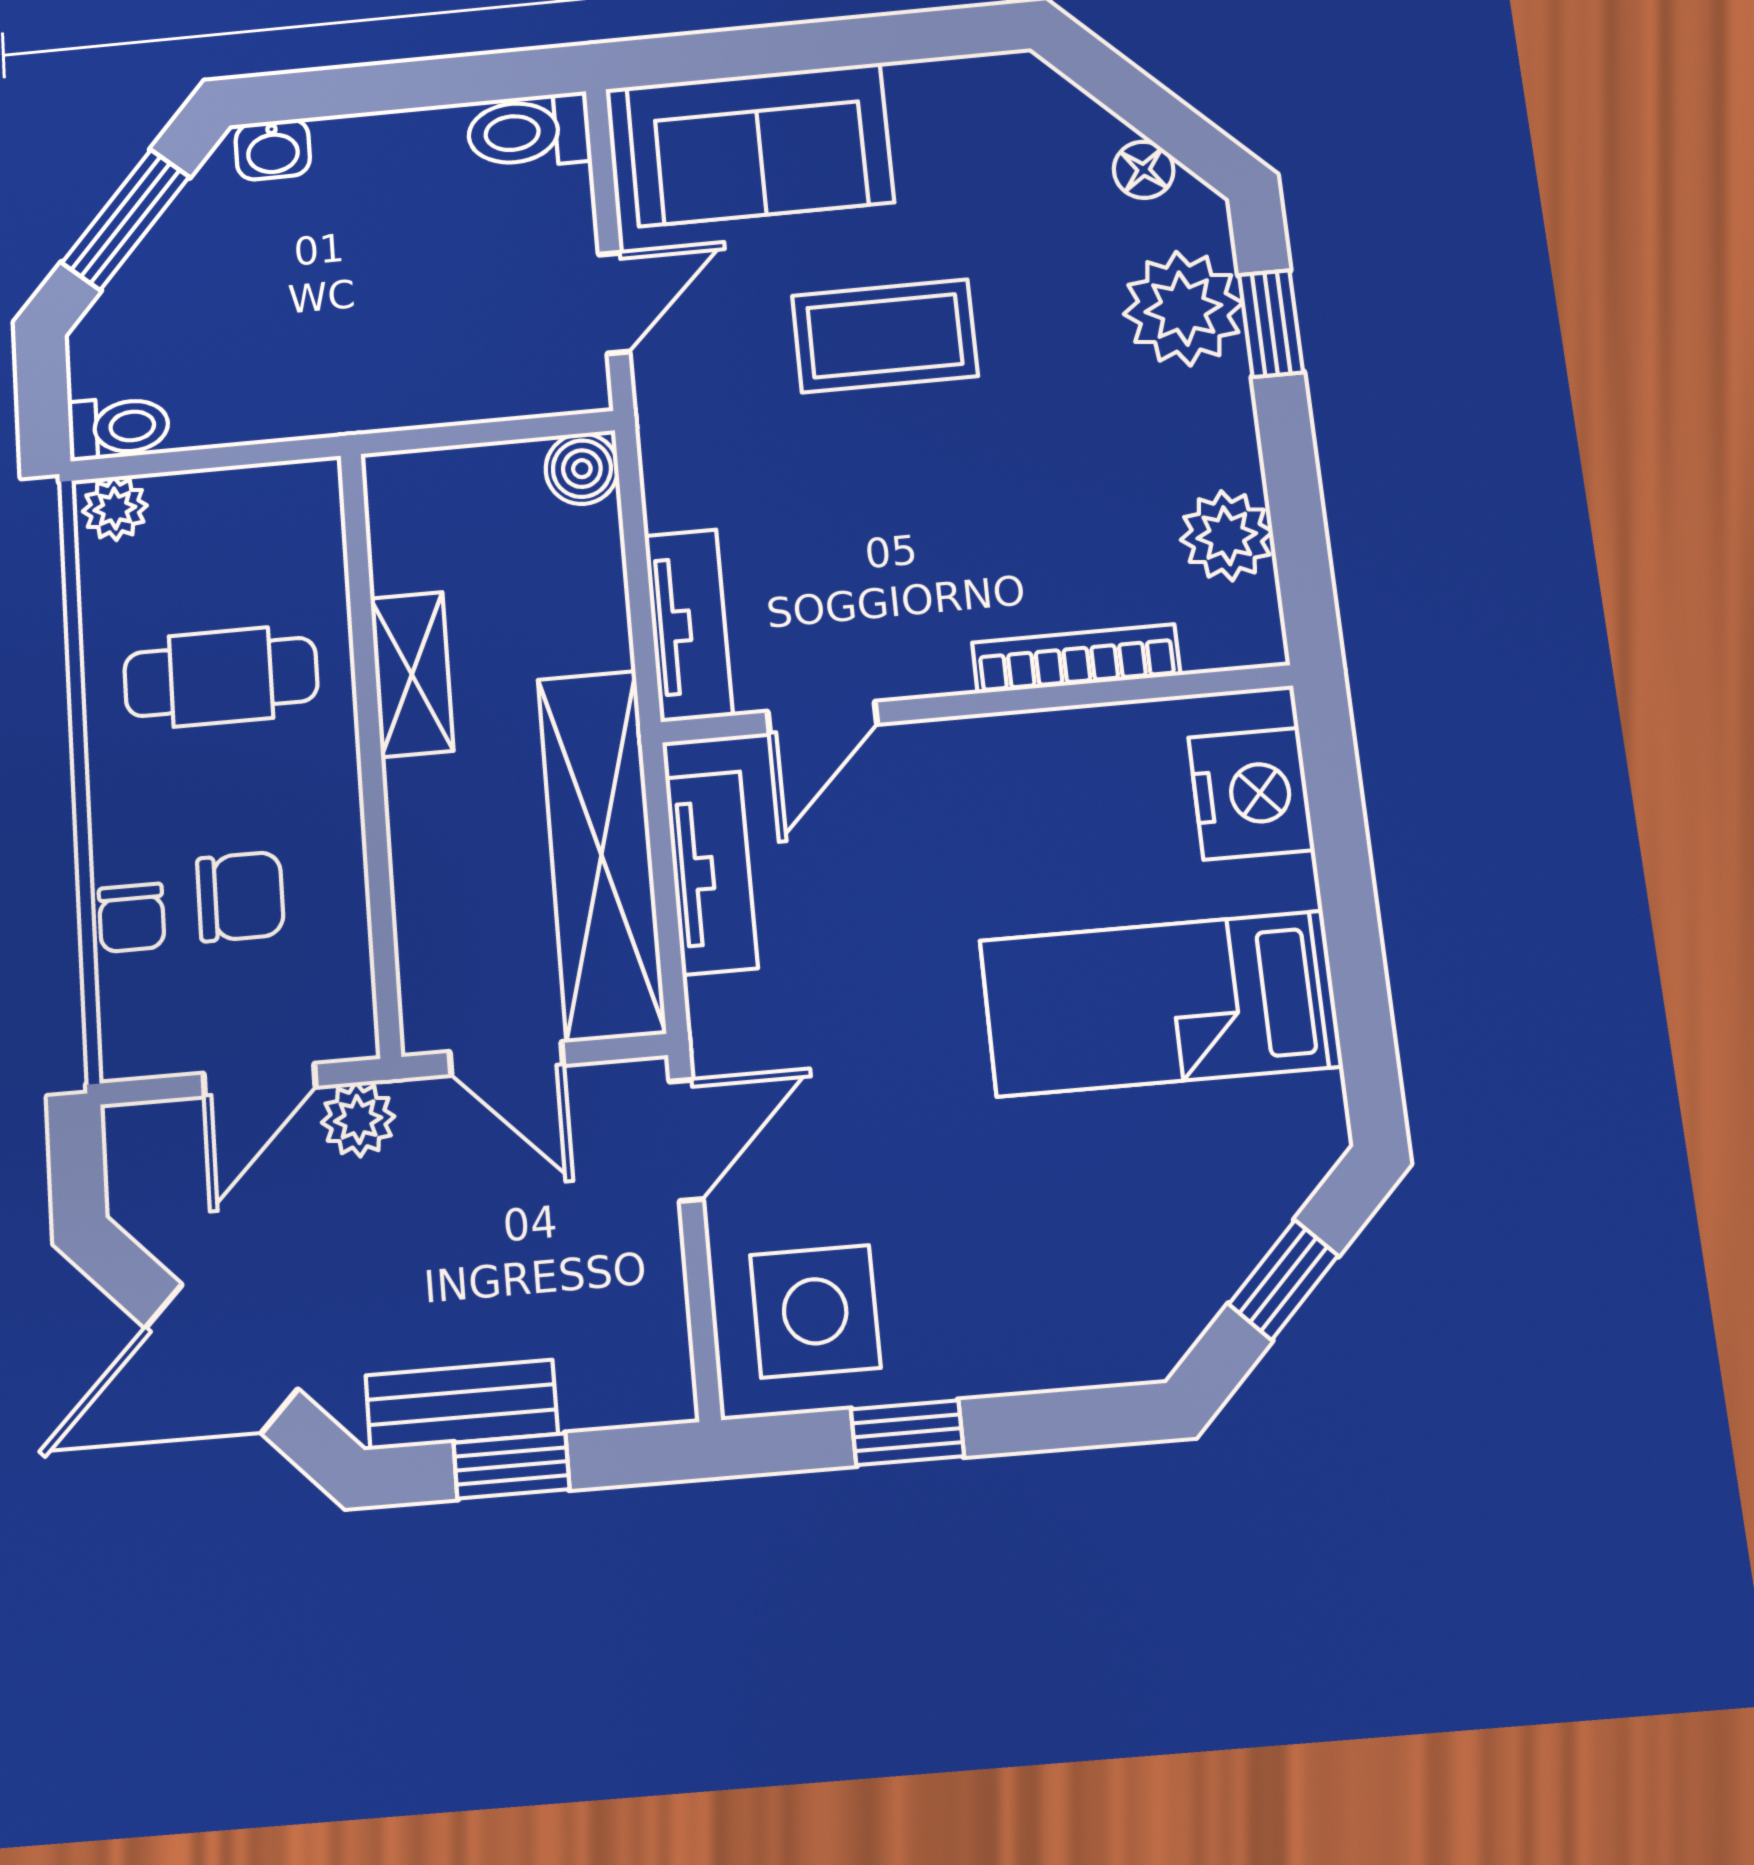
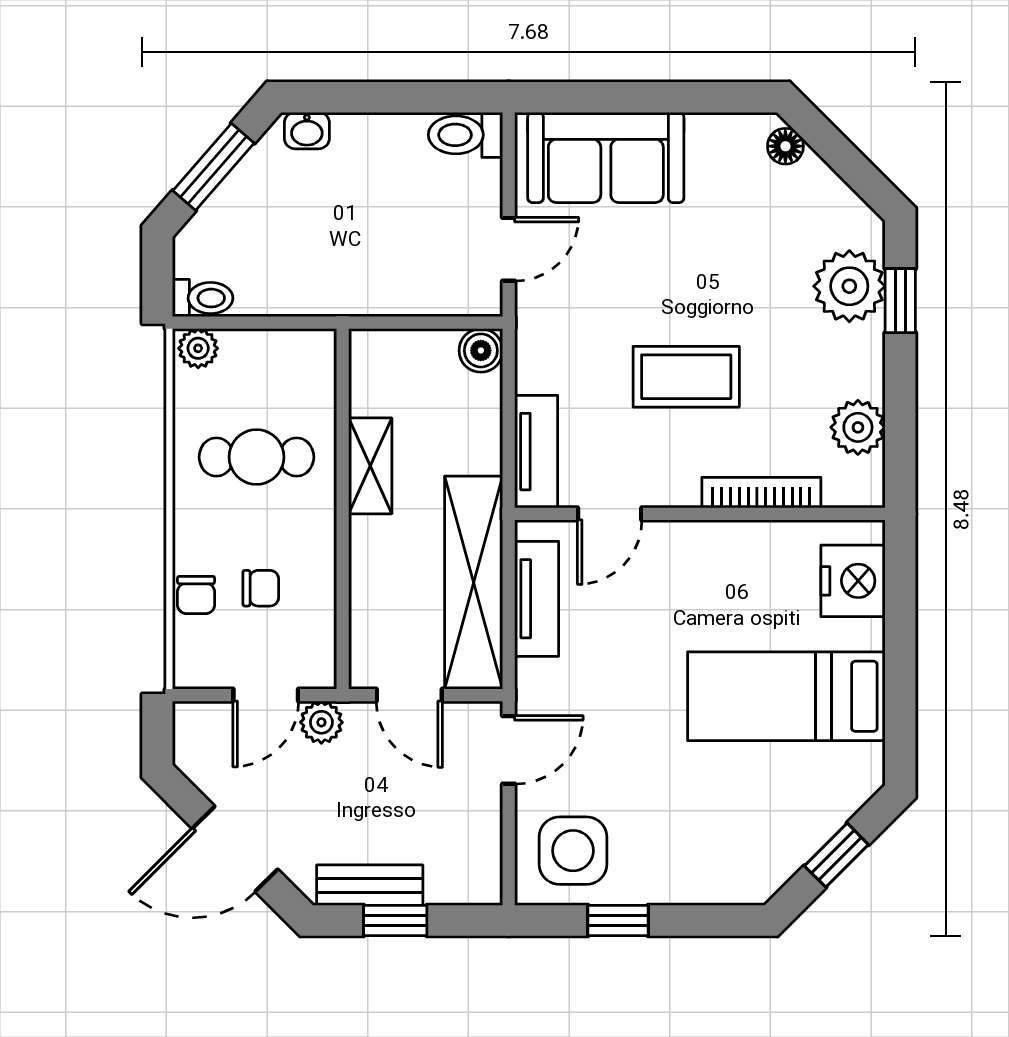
floor lamp: (1144, 170) -> (785, 146), moved
coffee table: (885, 336) -> (686, 377), moved
chair: (240, 896) -> (261, 588), width x0.73, depth x0.73

